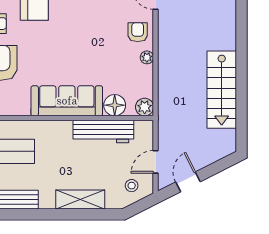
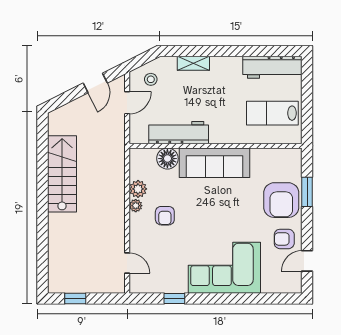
armchair: (138, 32) -> (165, 216), moved
plant: (145, 107) -> (138, 189), moved
shelving: (80, 199) -> (193, 63), width x0.67, depth x0.75

